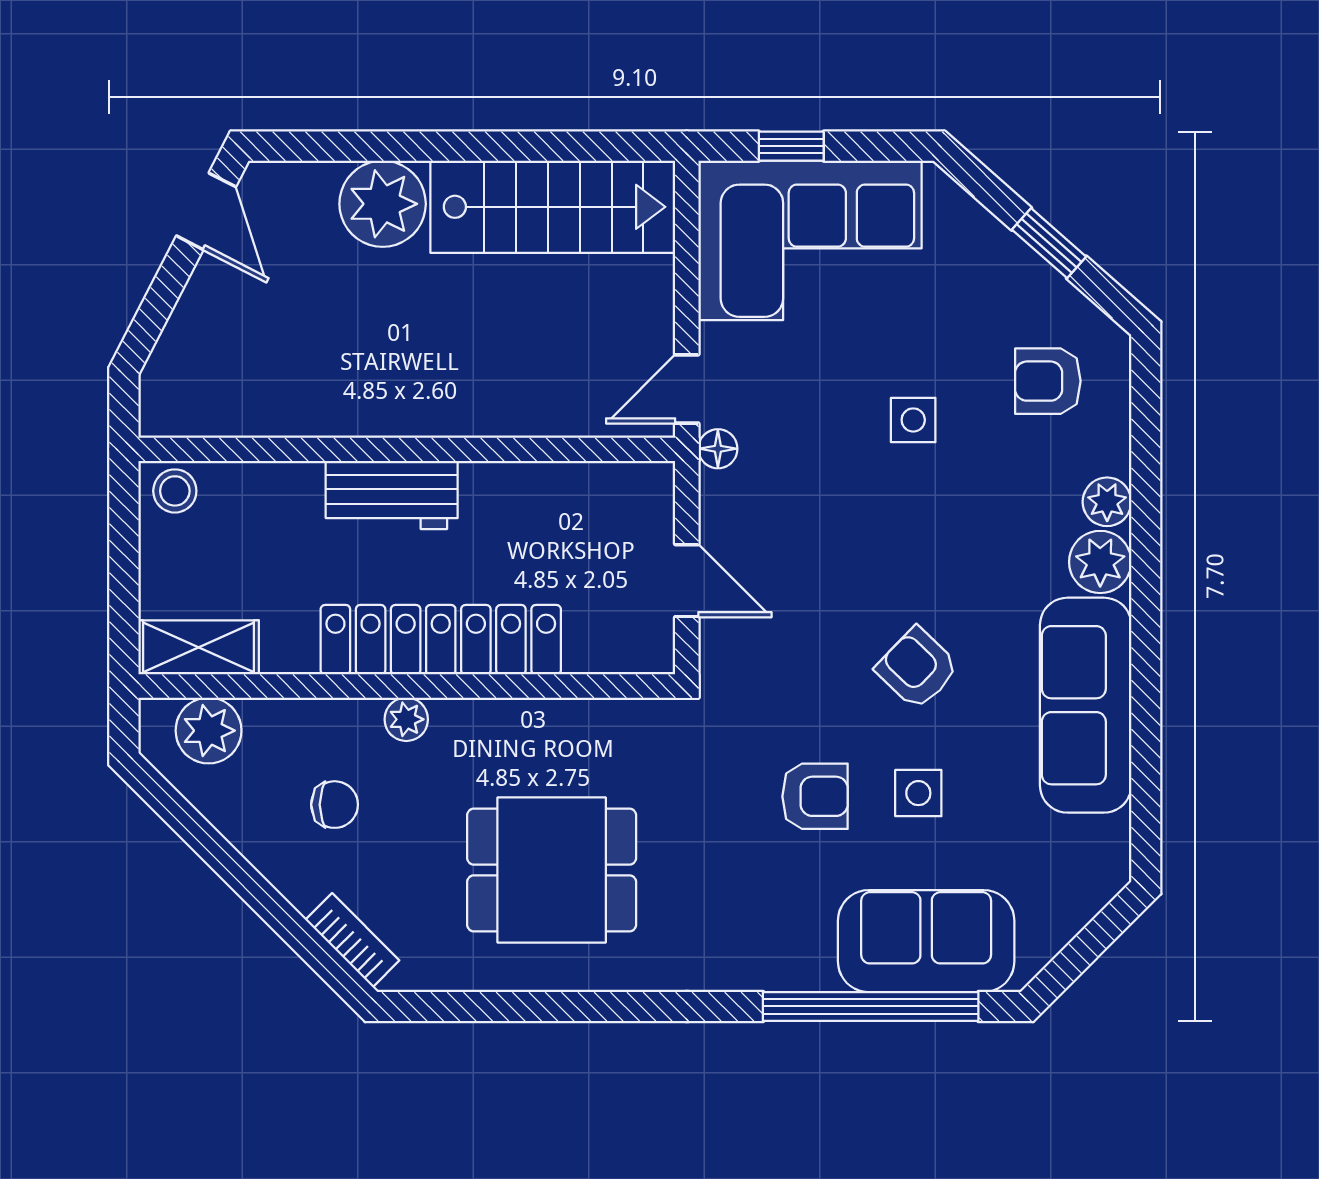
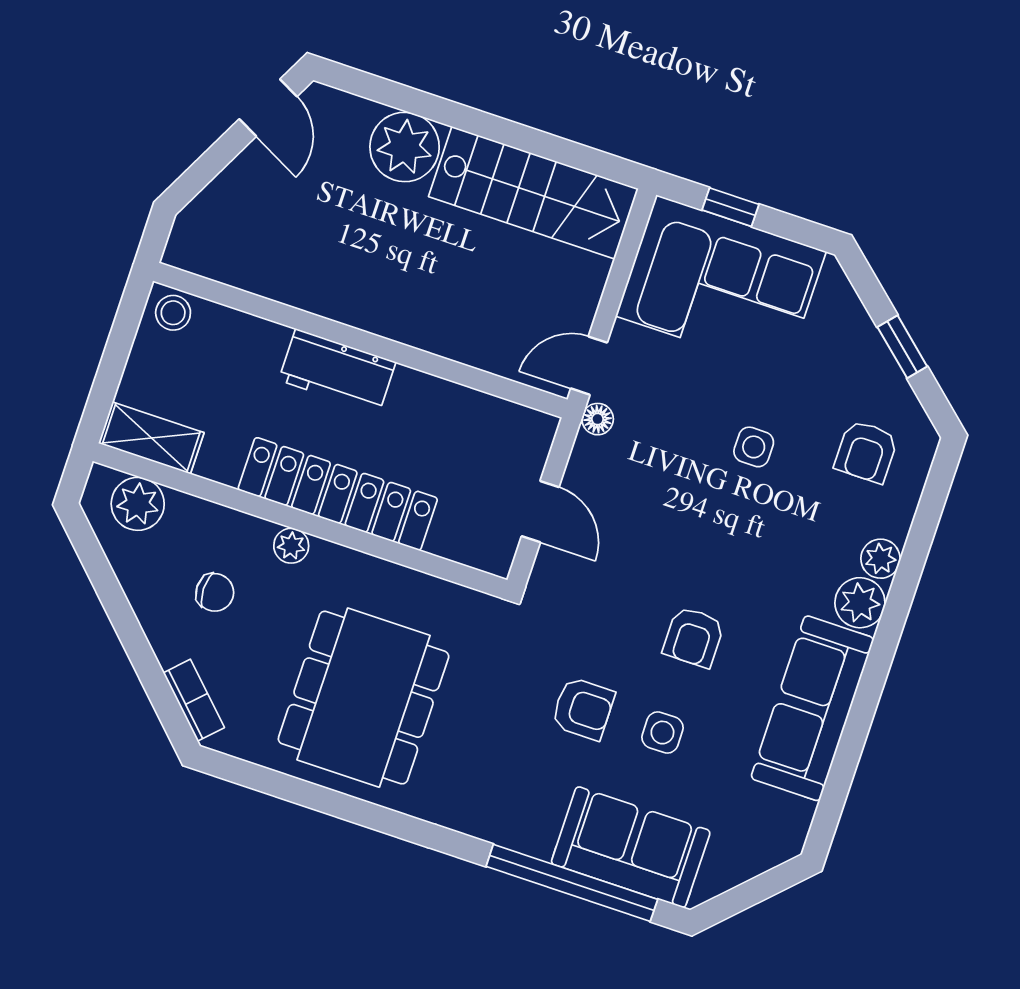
armchair: (1048, 381) -> (866, 452), turned -90
armchair: (917, 668) -> (694, 637), turned -134
dining table: (552, 870) -> (364, 698), width x1.38

